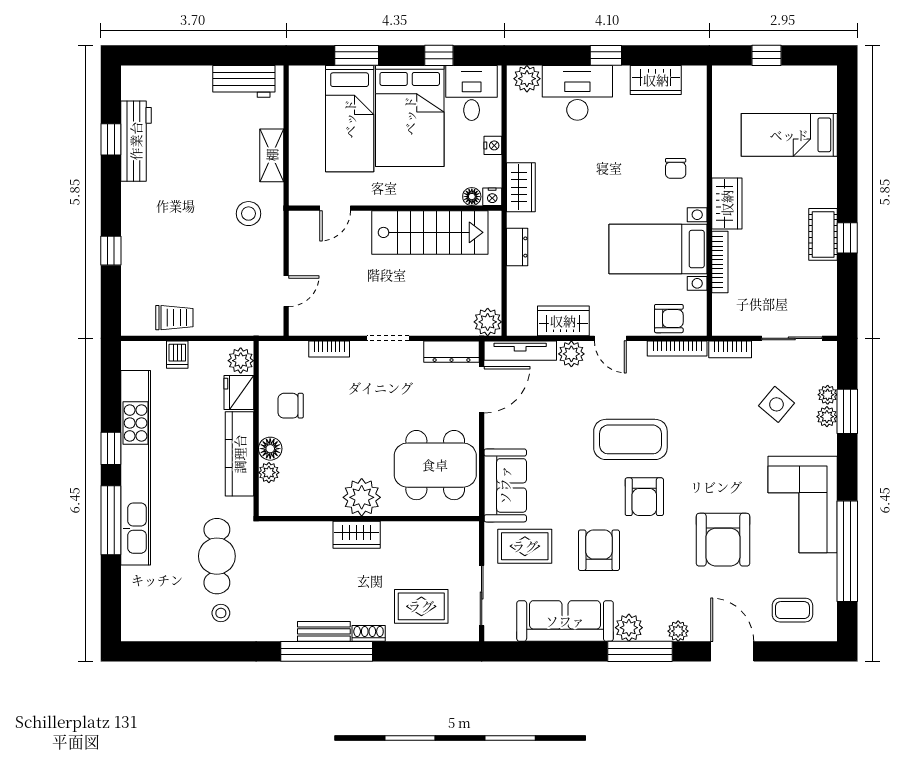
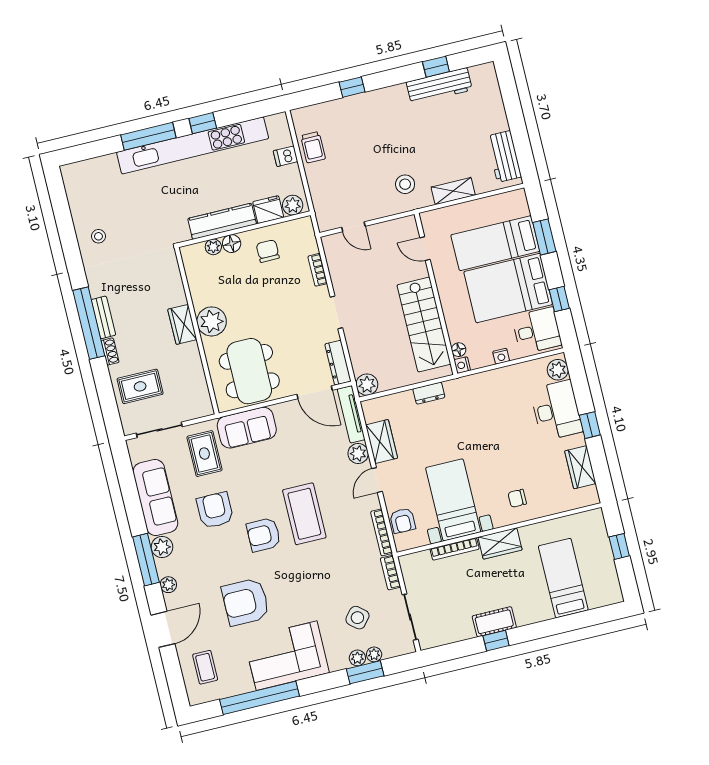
wardrobe: (521, 187) -> (475, 385), removed
armchair: (599, 550) -> (215, 510), turned -90
cafe table: (217, 556) -> (141, 223), removed
rug: (421, 606) -> (140, 386), turned 90

